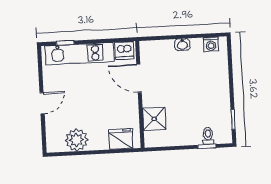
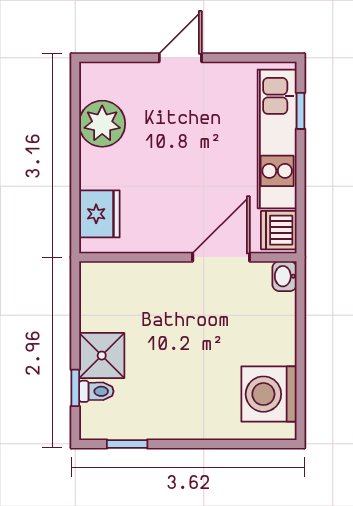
washing machine: (211, 44) -> (269, 394), width x1.89, depth x1.89
washbasin: (182, 45) -> (284, 276), moved
door: (42, 103) -> (180, 58), swing flipped
shower: (154, 119) -> (102, 356), moved

